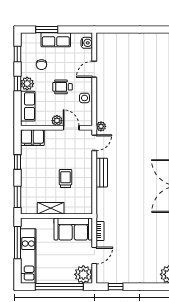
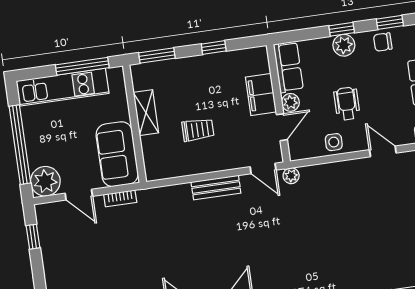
chair: (41, 65) -> (383, 42), moved
row of seats: (28, 106) -> (288, 67), moved, turned -90
filing cabinet: (32, 138) -> (261, 95), moved

